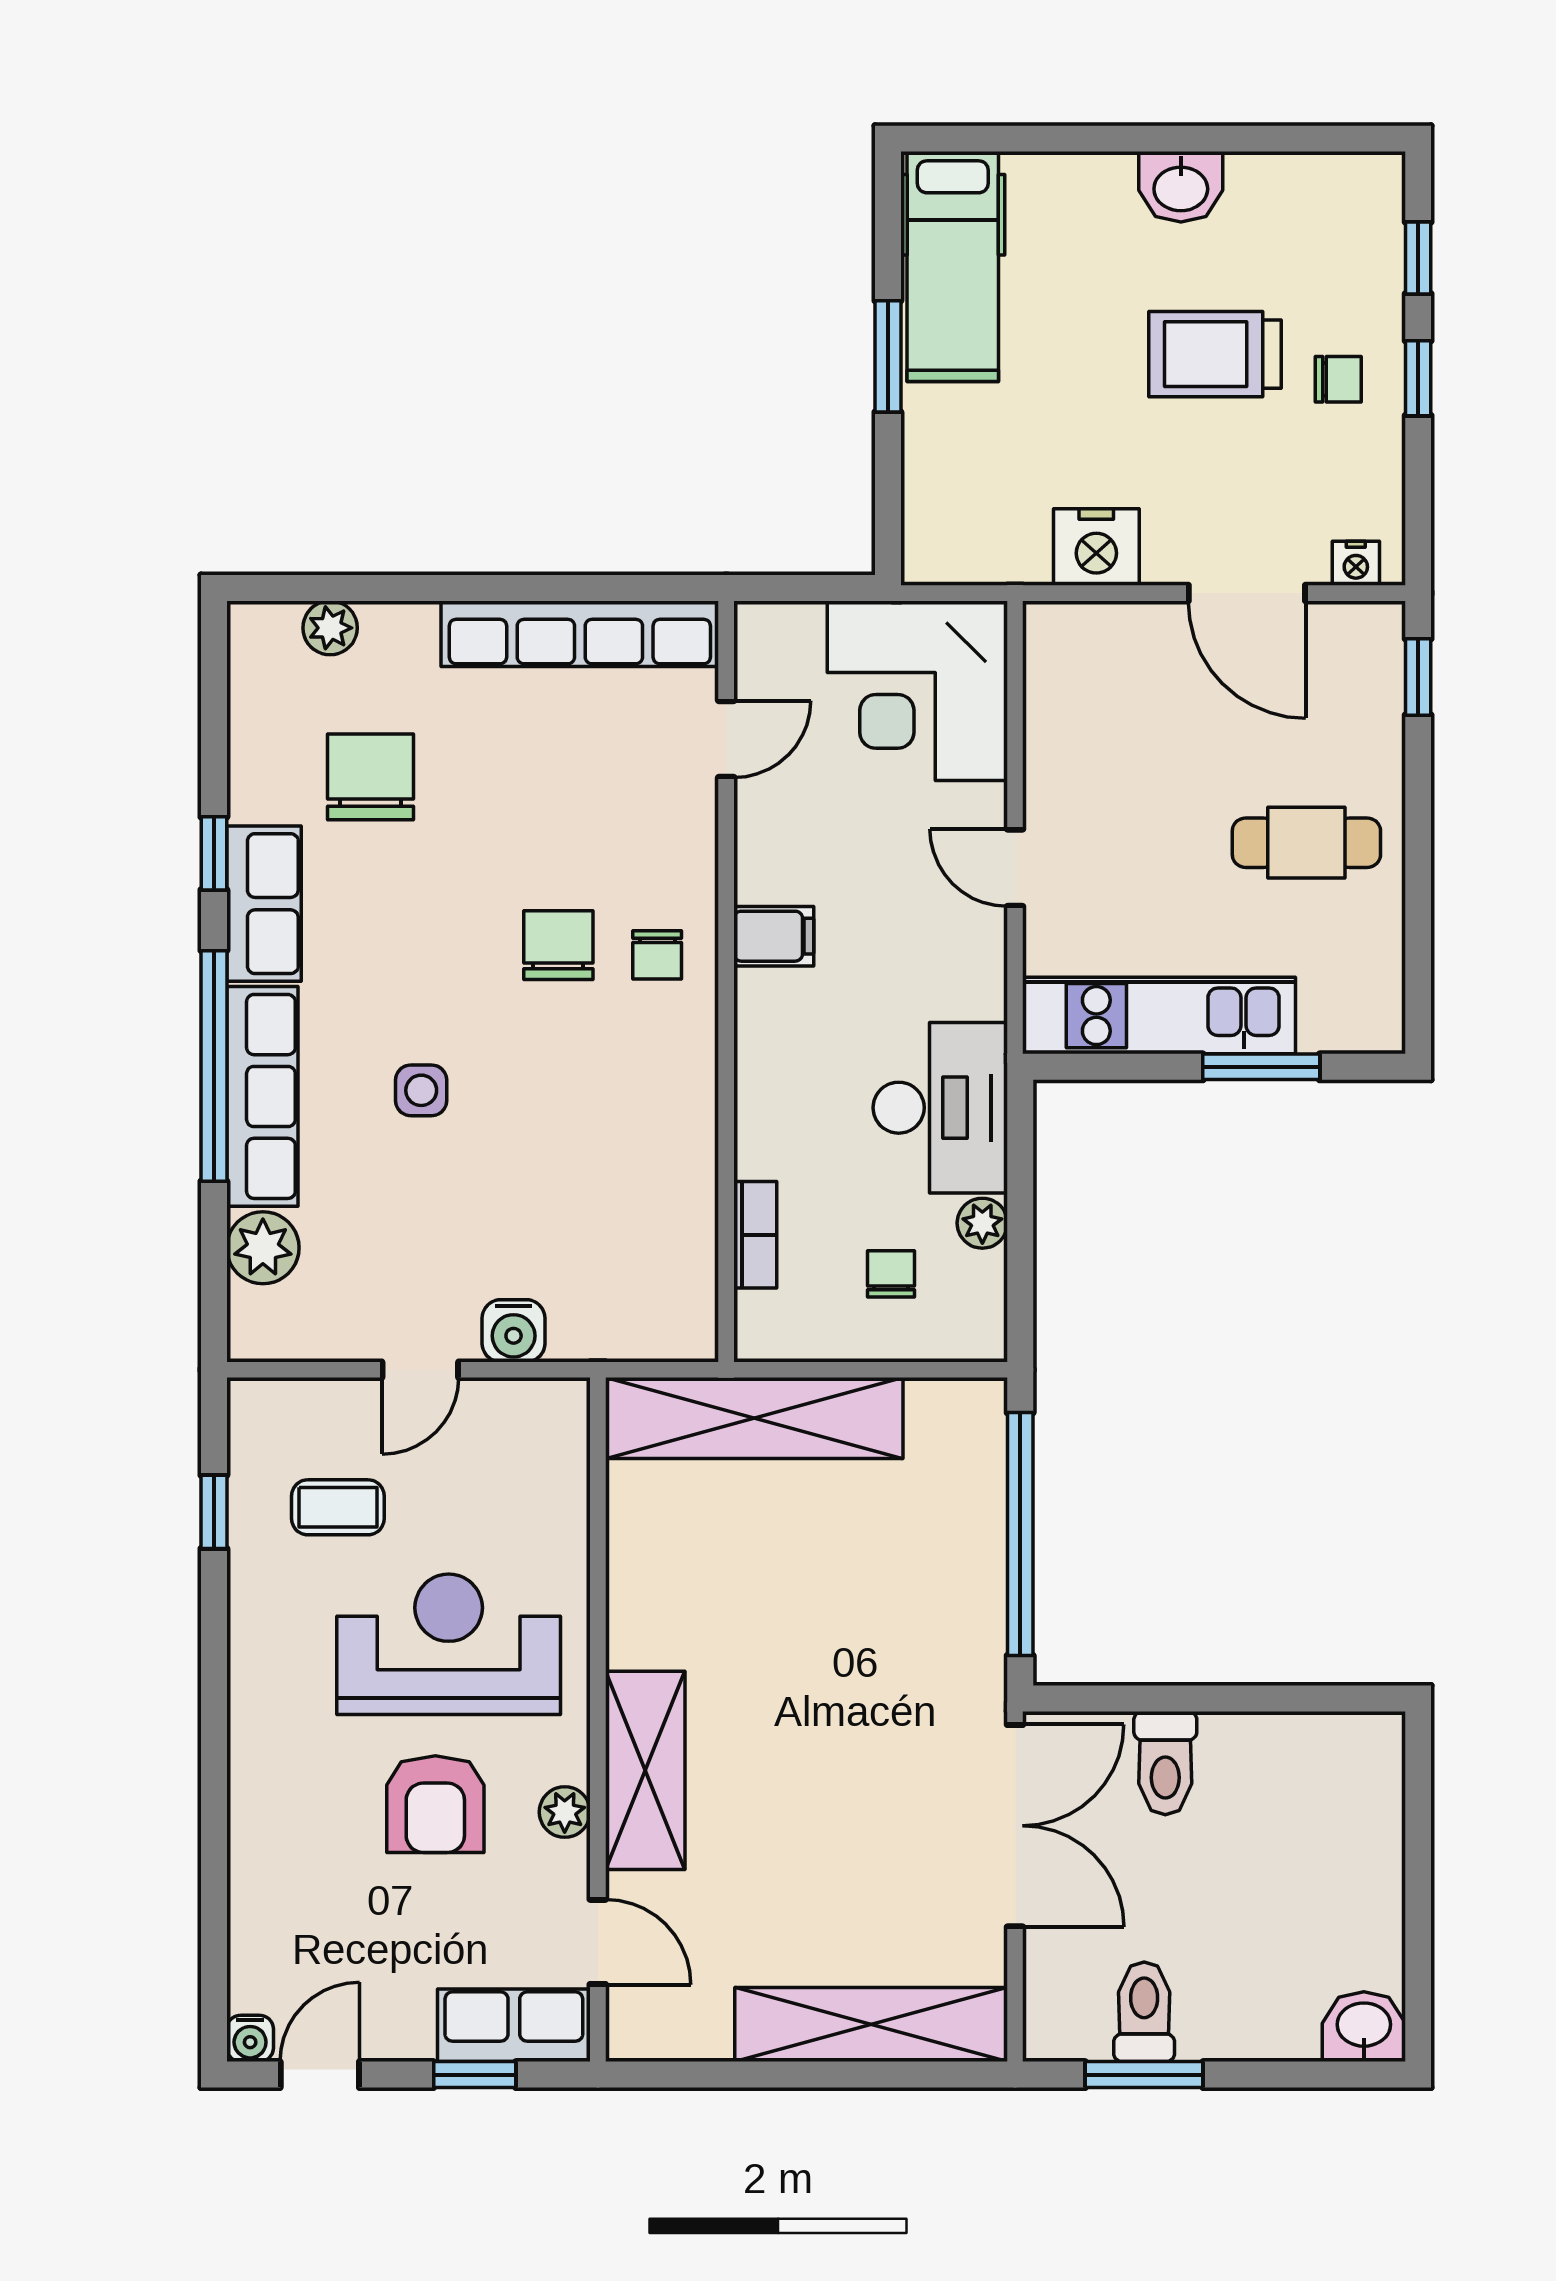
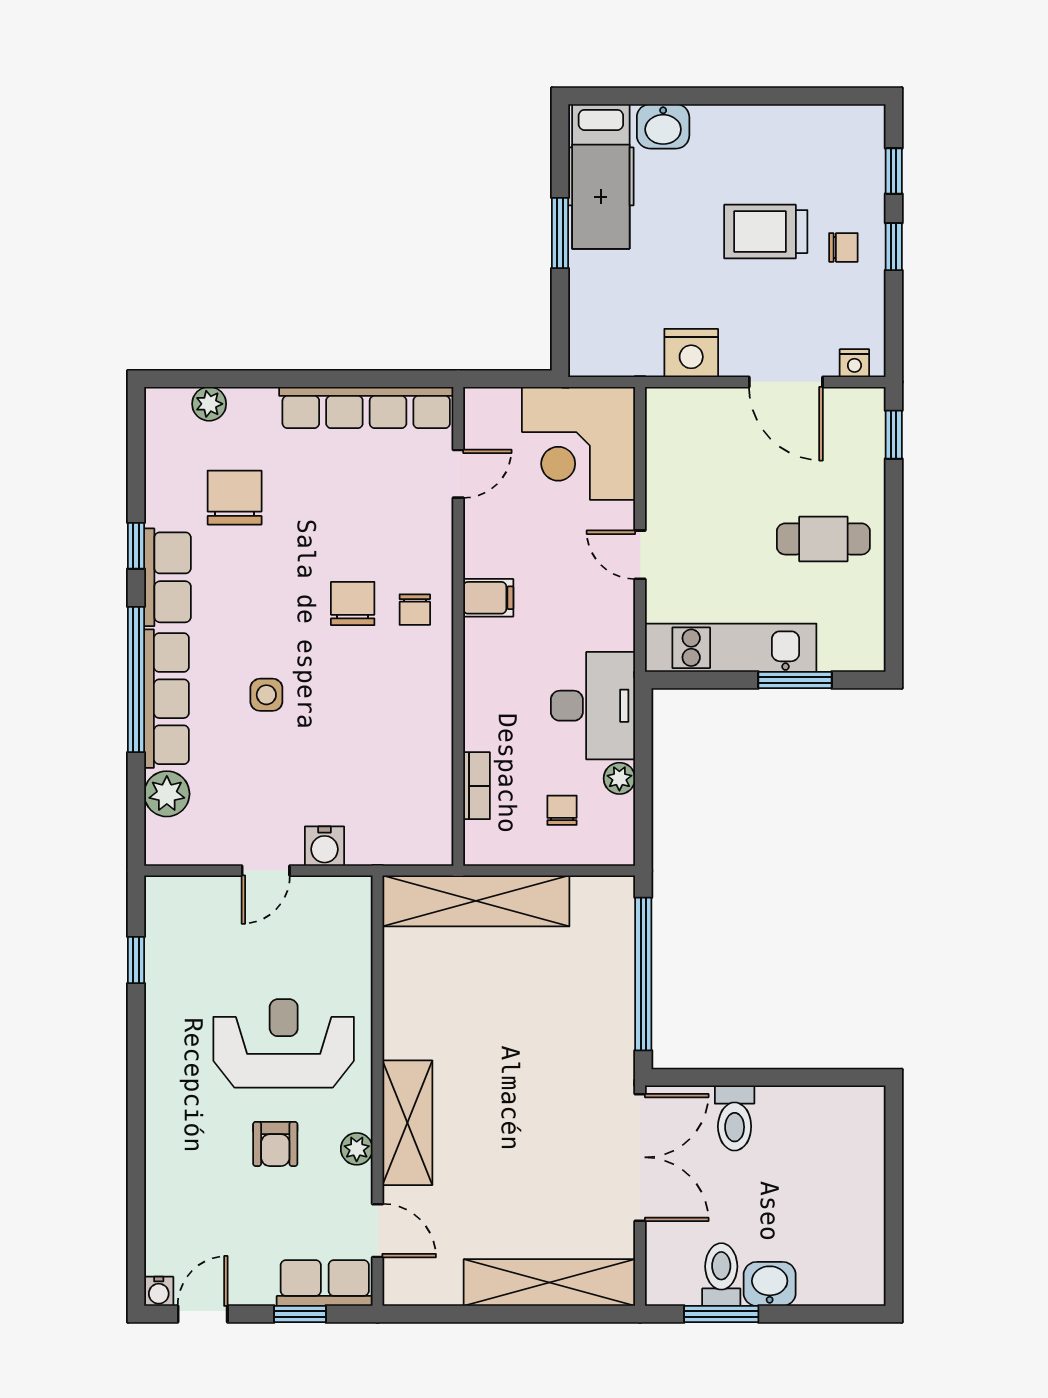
washbasin: (1181, 187) -> (663, 126), moved
coffee table: (338, 1507) -> (214, 957), removed
armchair: (435, 1804) -> (275, 1144), width x0.72, depth x0.72
washbasin: (1364, 2027) -> (770, 1284), moved

